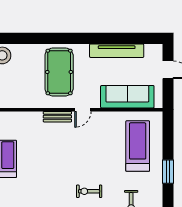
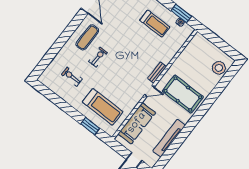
door: (83, 110) -> (149, 91), swing flipped
window: (168, 172) -> (90, 126), moved

